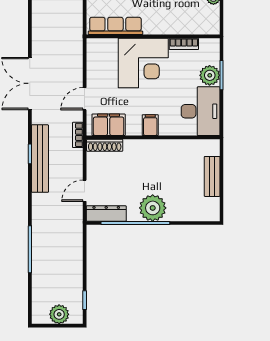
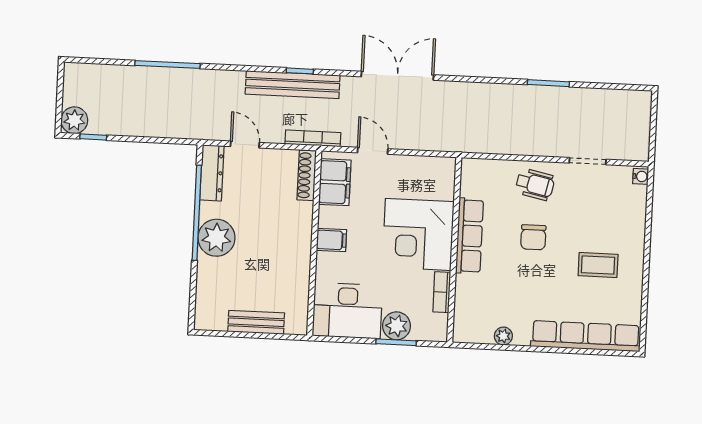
row of seats: (115, 26) -> (470, 236), moved
bookcase: (78, 135) -> (313, 138), width x1.56
plant: (59, 314) -> (74, 120), moved

